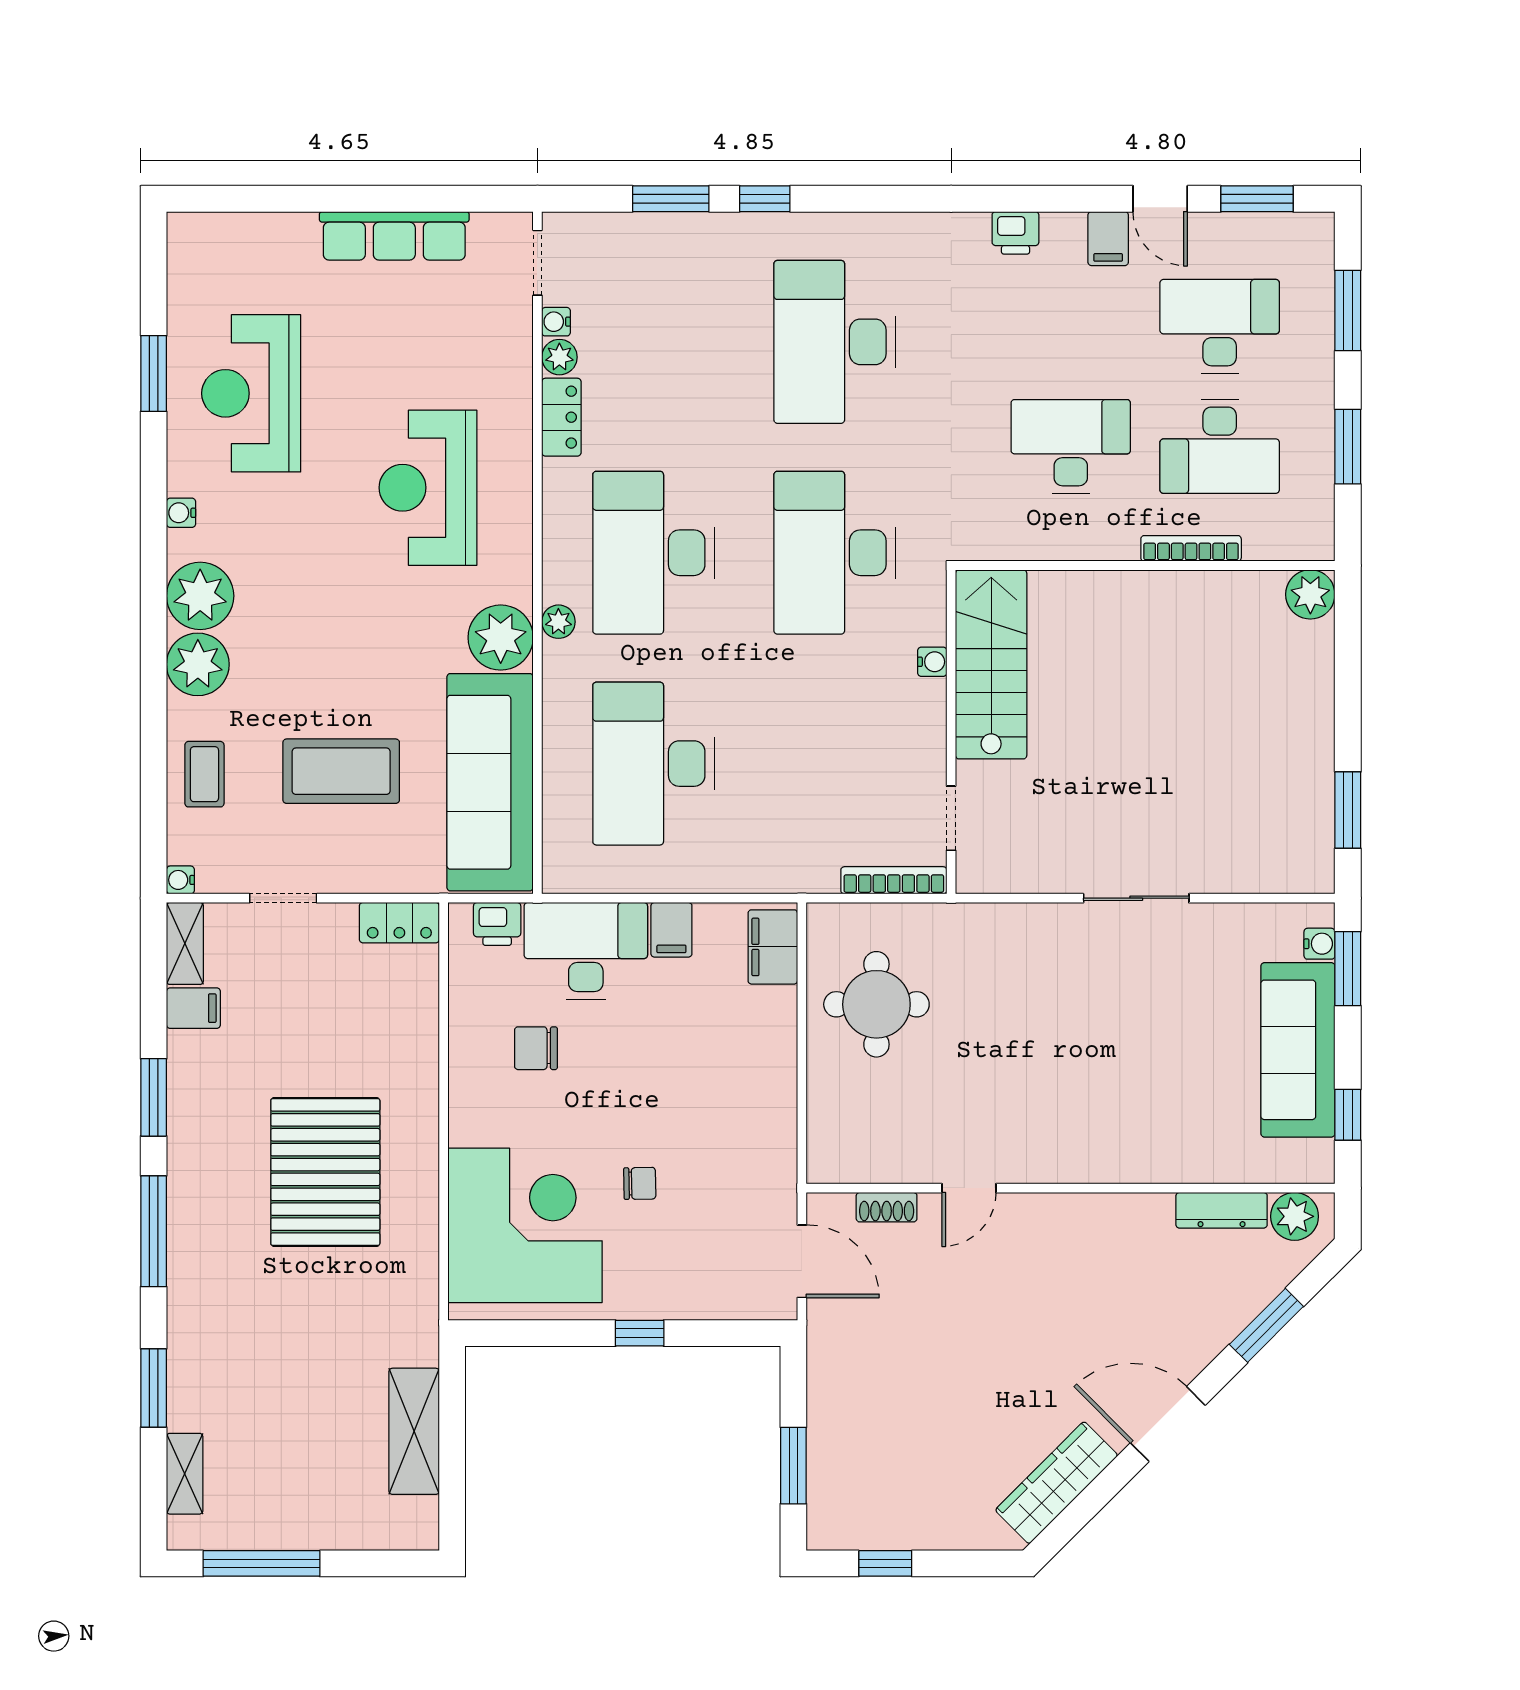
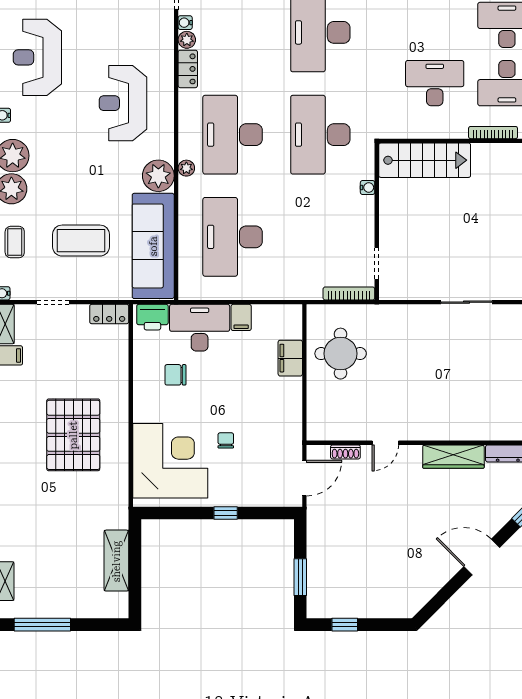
stairs: (991, 664) -> (425, 160), moved, turned 90
printer: (497, 924) -> (152, 317), width x1.36, depth x1.24
filing cabinet: (773, 947) -> (290, 358), moved
chair: (640, 1183) -> (226, 440), turned -89
door: (802, 1261) -> (304, 478), hinge flipped
wardrobe: (1057, 1483) -> (453, 457), moved, turned -135

